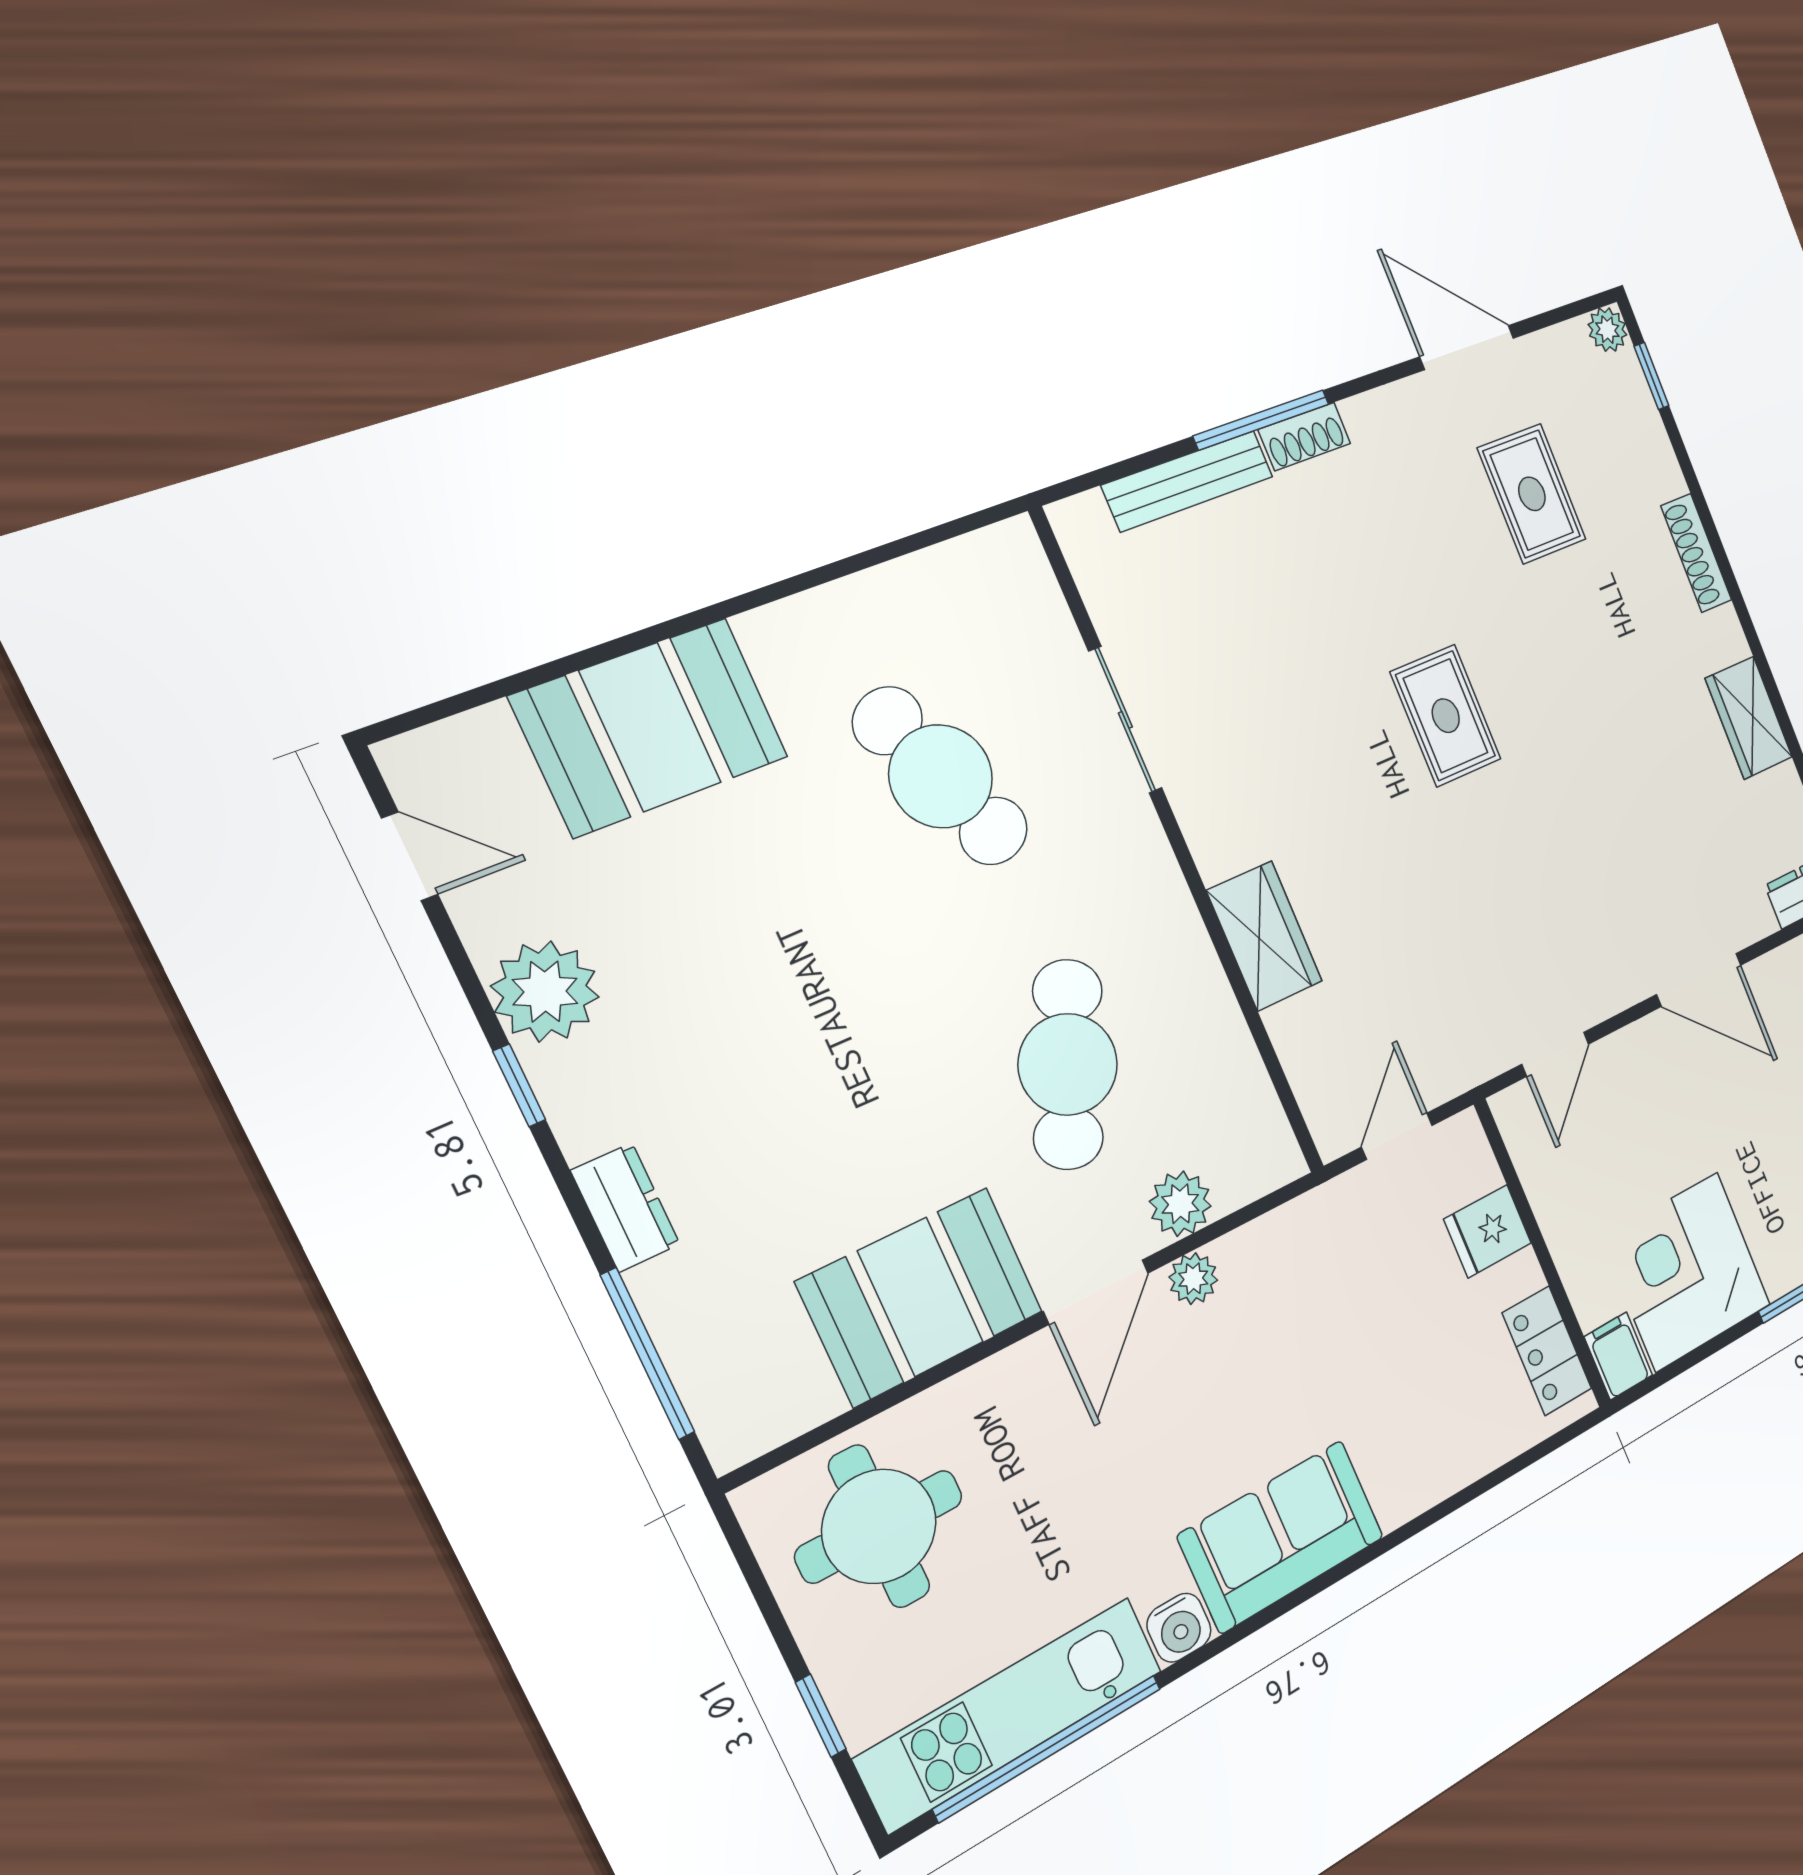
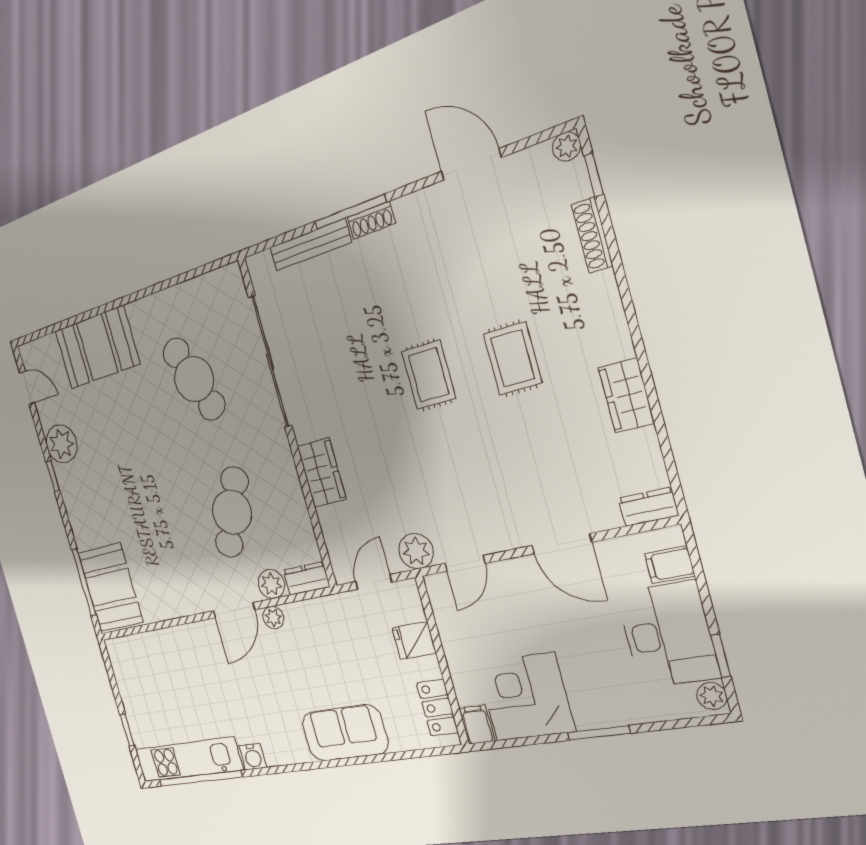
rug: (1532, 494) -> (513, 358), moved
shoe rack: (1696, 553) -> (592, 235), moved
sliding door: (1125, 720) -> (270, 362), width x1.86
plant: (1468, 1053) -> (416, 551), added
dresser: (625, 1207) -> (306, 579), moved, turned -90
booth: (921, 1297) -> (110, 587), moved, turned 90
round table: (879, 1526) -> (150, 671), removed
sofa: (1282, 1536) -> (345, 733), moved

